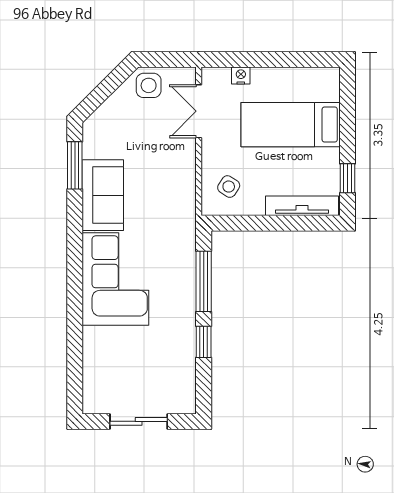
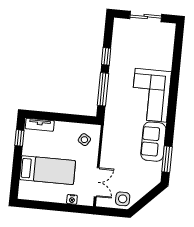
tv unit: (302, 206) -> (40, 125), width x0.71

